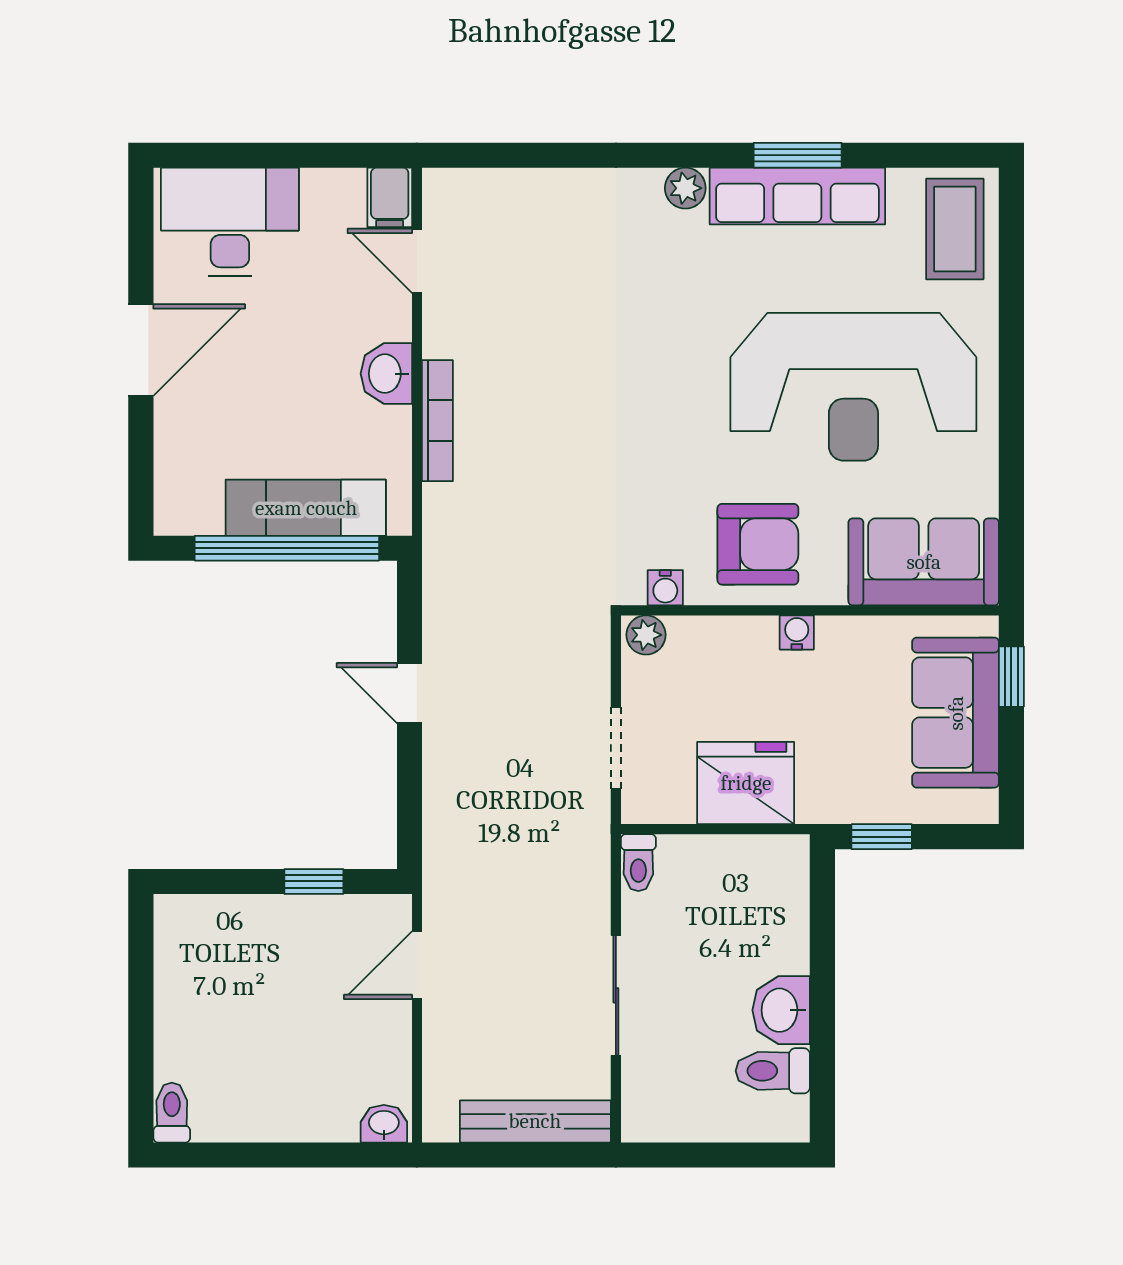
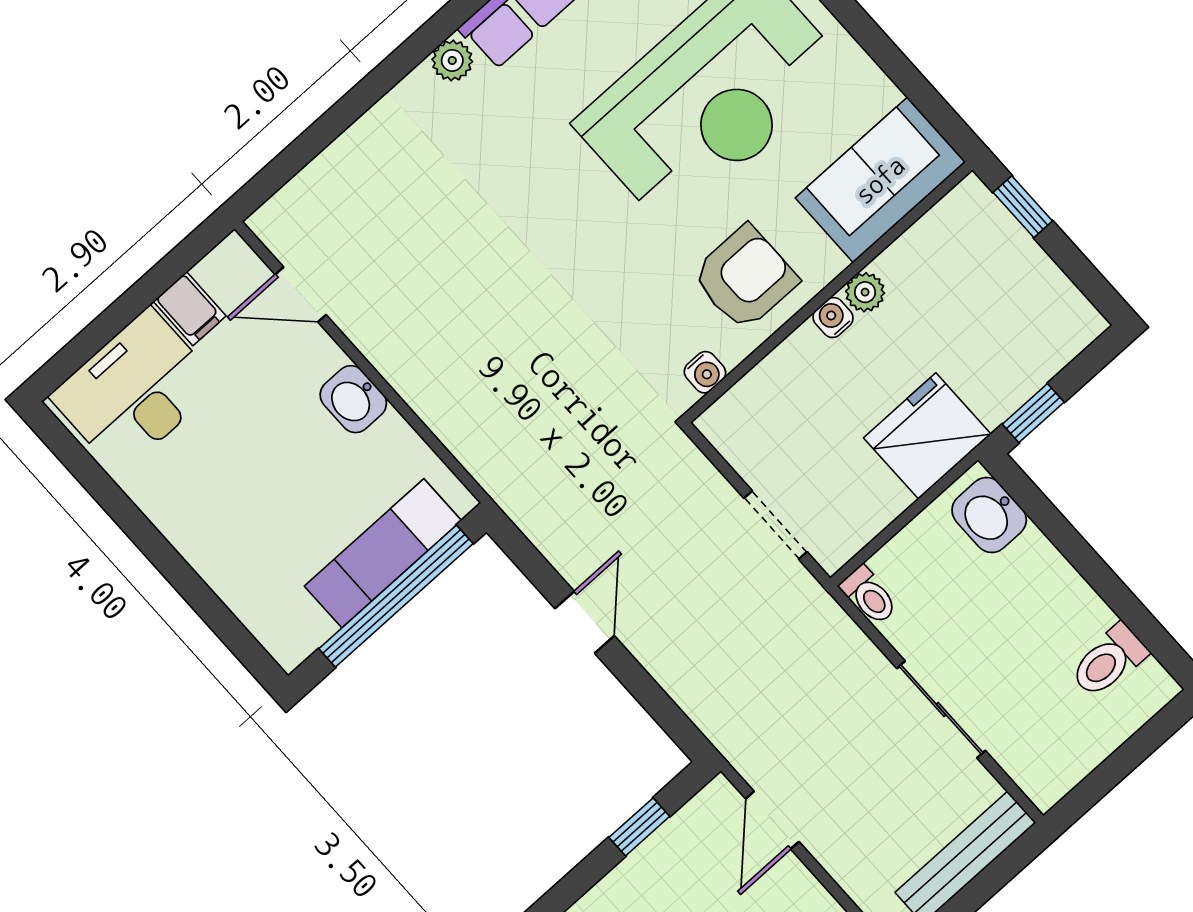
filing cabinet: (390, 197) -> (190, 309), moved
door: (141, 350) -> (154, 546), removed
bookcase: (437, 421) -> (423, 400), removed
plant: (646, 635) -> (865, 292), moved
door: (410, 693) -> (585, 622), swing flipped
sofa: (956, 713) -> (1005, 271), removed
fridge: (746, 783) -> (927, 436), moved
washbasin: (781, 1010) -> (989, 515), moved

